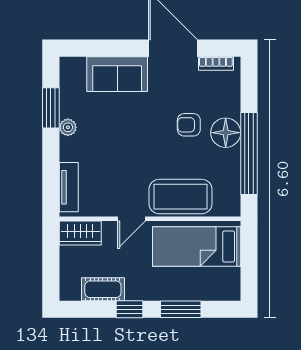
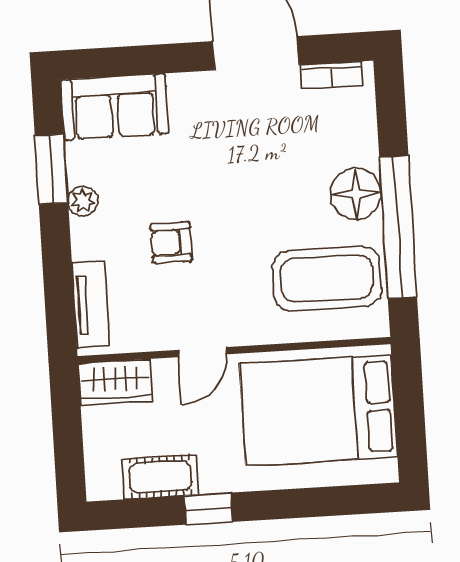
sofa: (117, 74) -> (115, 107), moved
armchair: (189, 125) -> (171, 242), moved
coffee table: (180, 197) -> (327, 278), moved
bed: (197, 246) -> (319, 410), width x1.50
window: (181, 309) -> (297, 503), removed

